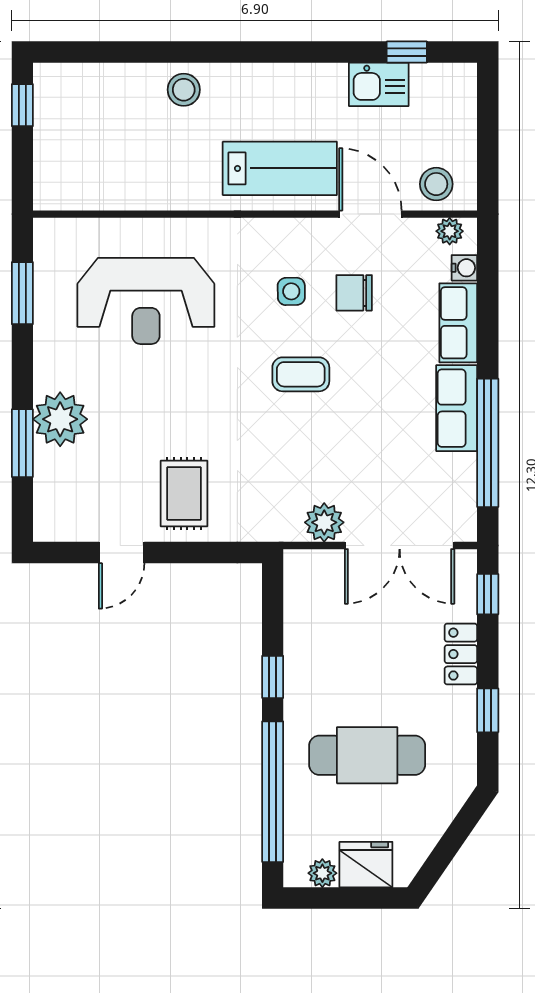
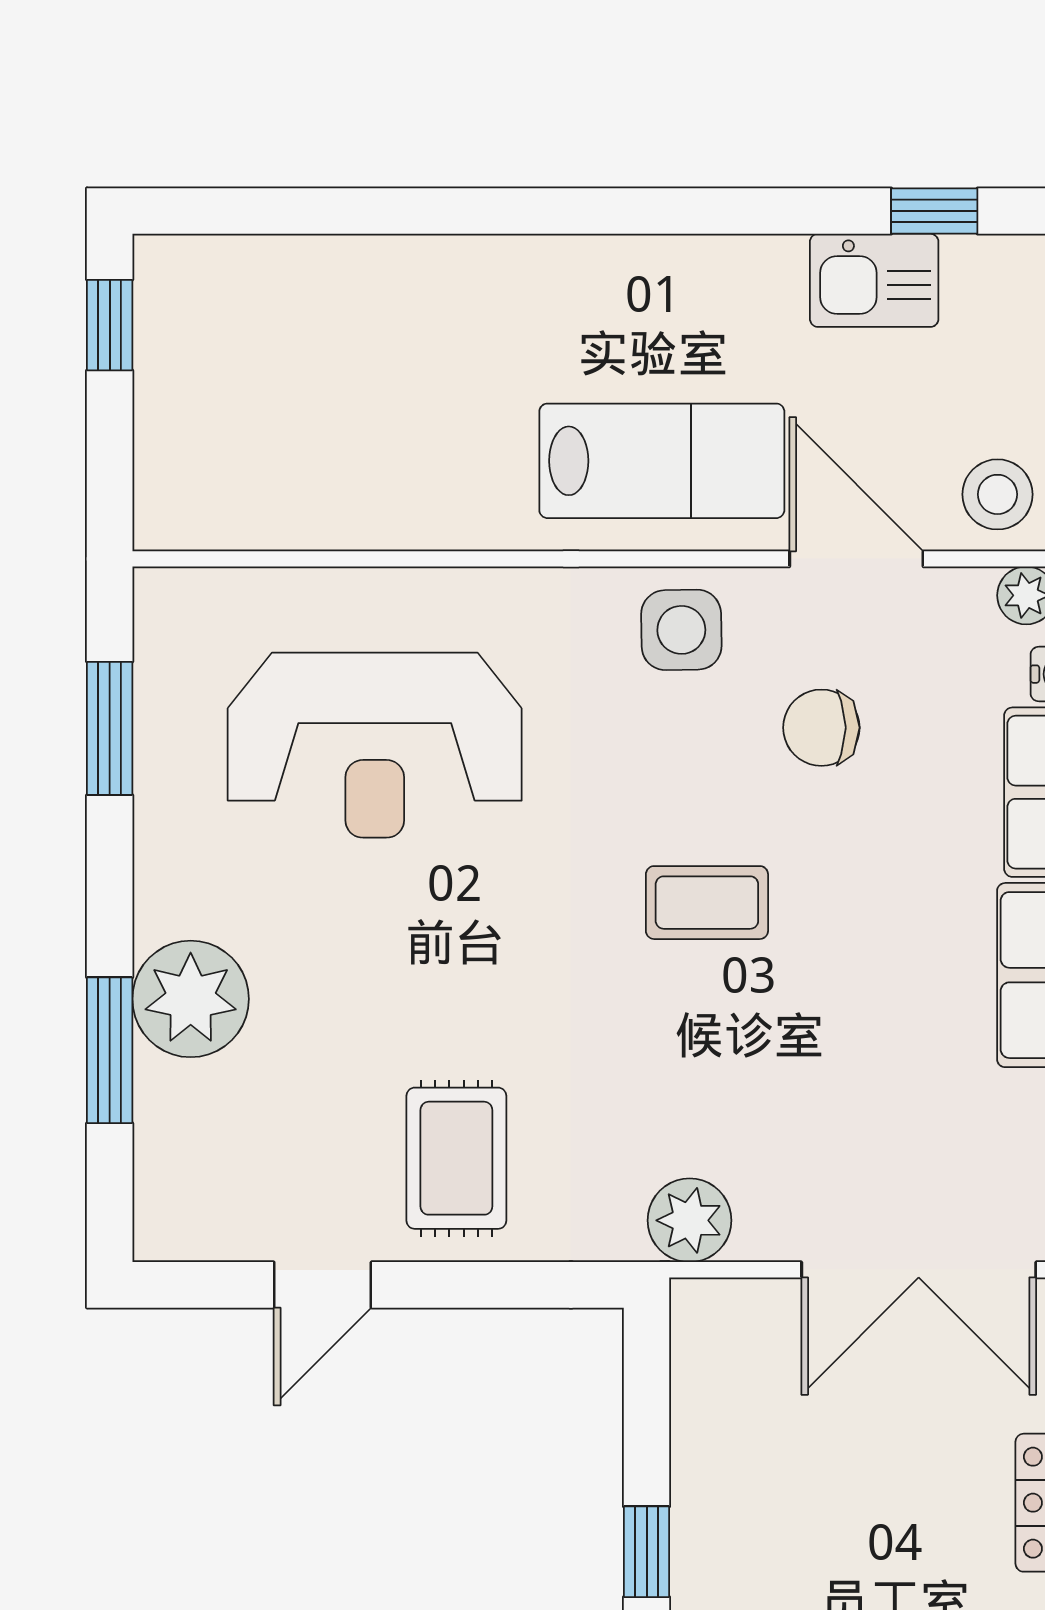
stool: (184, 90) -> (456, 292), removed
side table: (291, 291) -> (681, 630), moved, width x1.37, depth x1.37
plant: (324, 522) -> (690, 1220), moved

